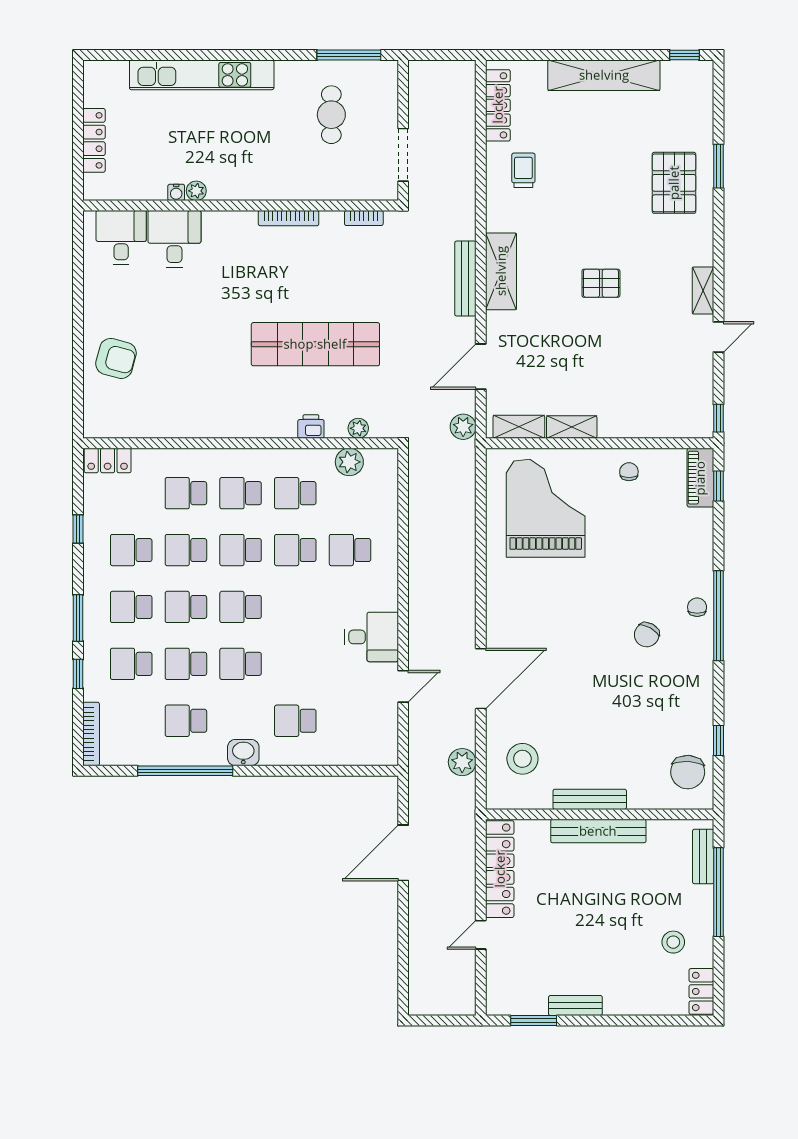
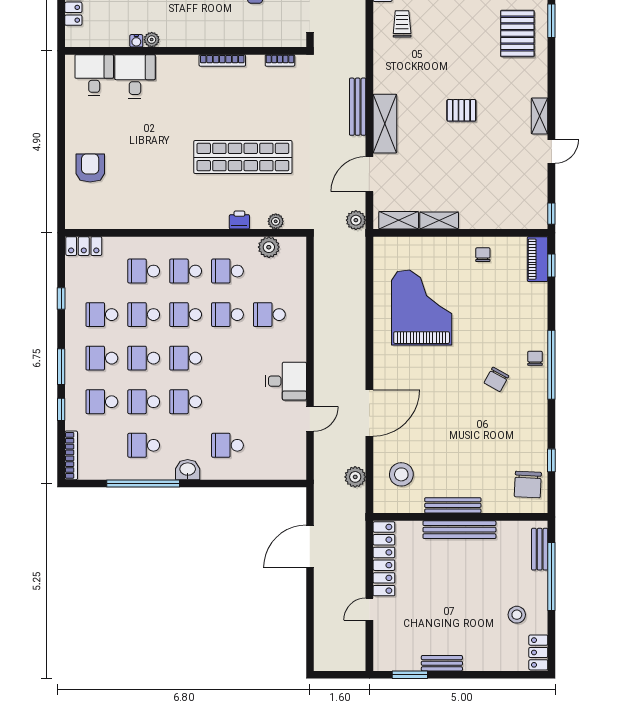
shelving: (501, 271) -> (385, 124), moved
armchair: (116, 358) -> (90, 168), turned -105
grand piano: (546, 508) -> (422, 307), moved

